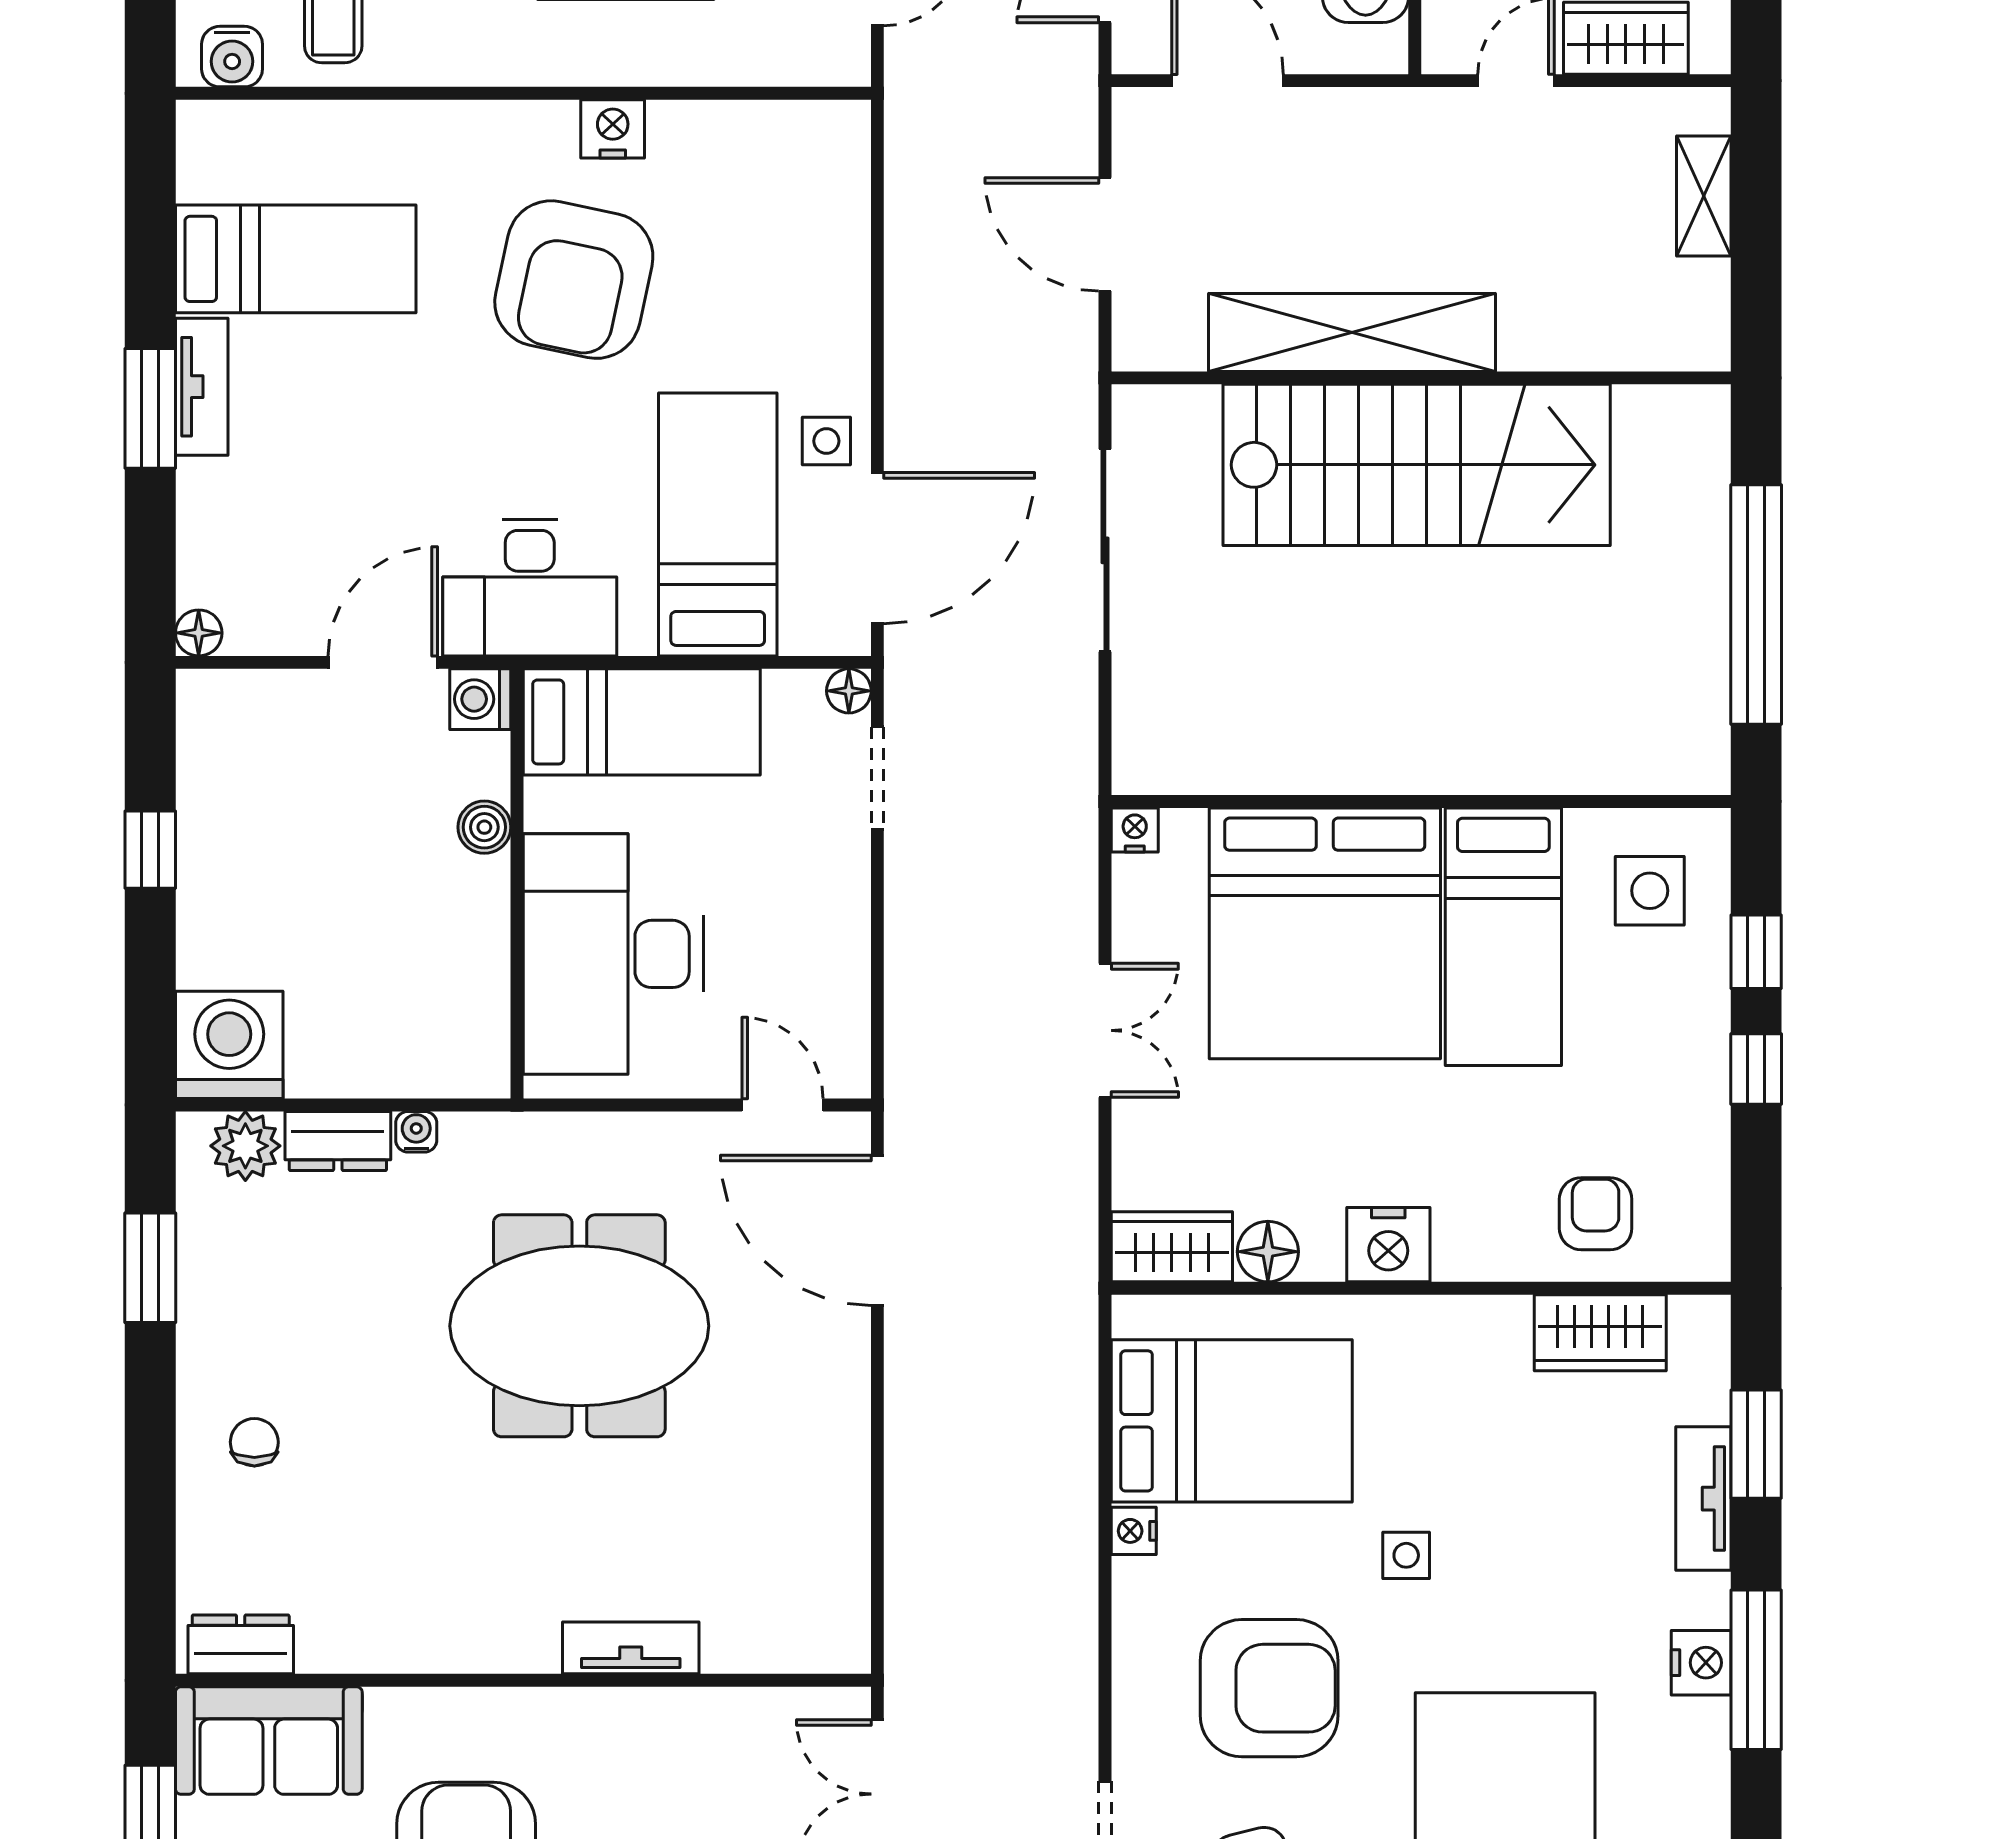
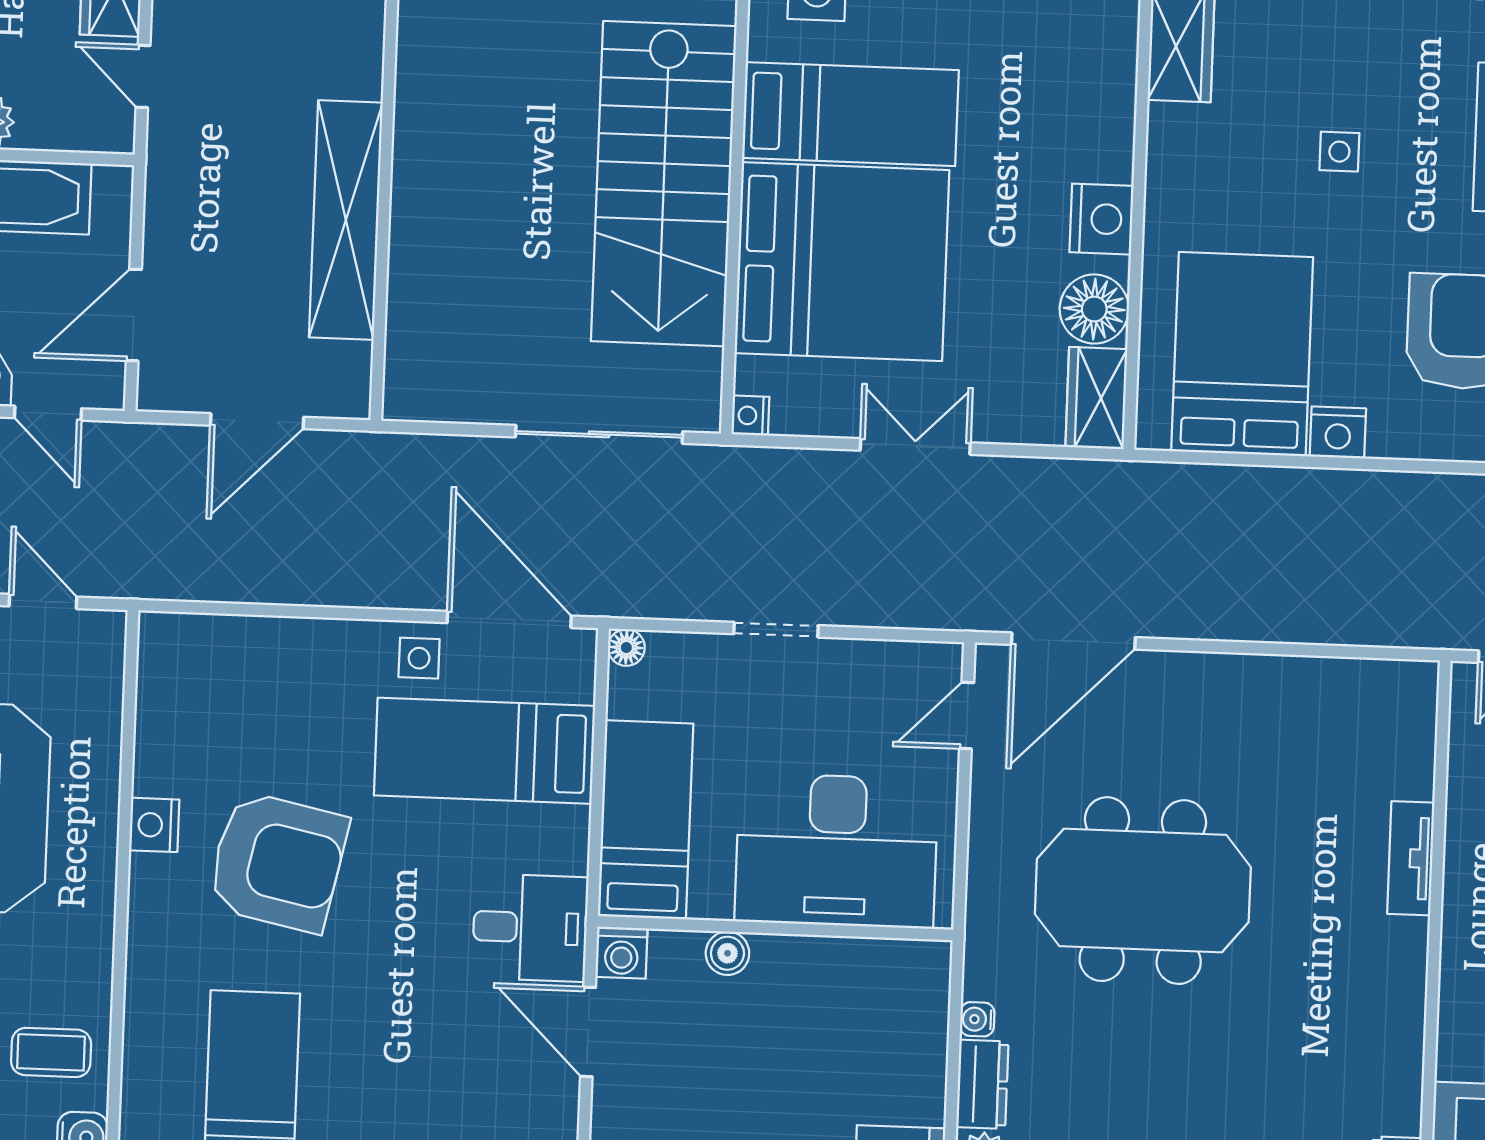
stairs: (1417, 465) -> (664, 184), moved, turned 180
sliding door: (1105, 550) -> (599, 434), moved
desk: (530, 588) -> (530, 928), width x0.73
doorway: (877, 778) -> (776, 630), moved
armchair: (1596, 1214) -> (1082, 47), removed
floor lamp: (1268, 1252) -> (1094, 309), width x1.38, depth x1.38
meeting table: (579, 1326) -> (1143, 891), turned 90
nightstand: (1134, 1531) -> (1338, 432), width x1.39, depth x1.35
side table: (1406, 1555) -> (1339, 152), moved

